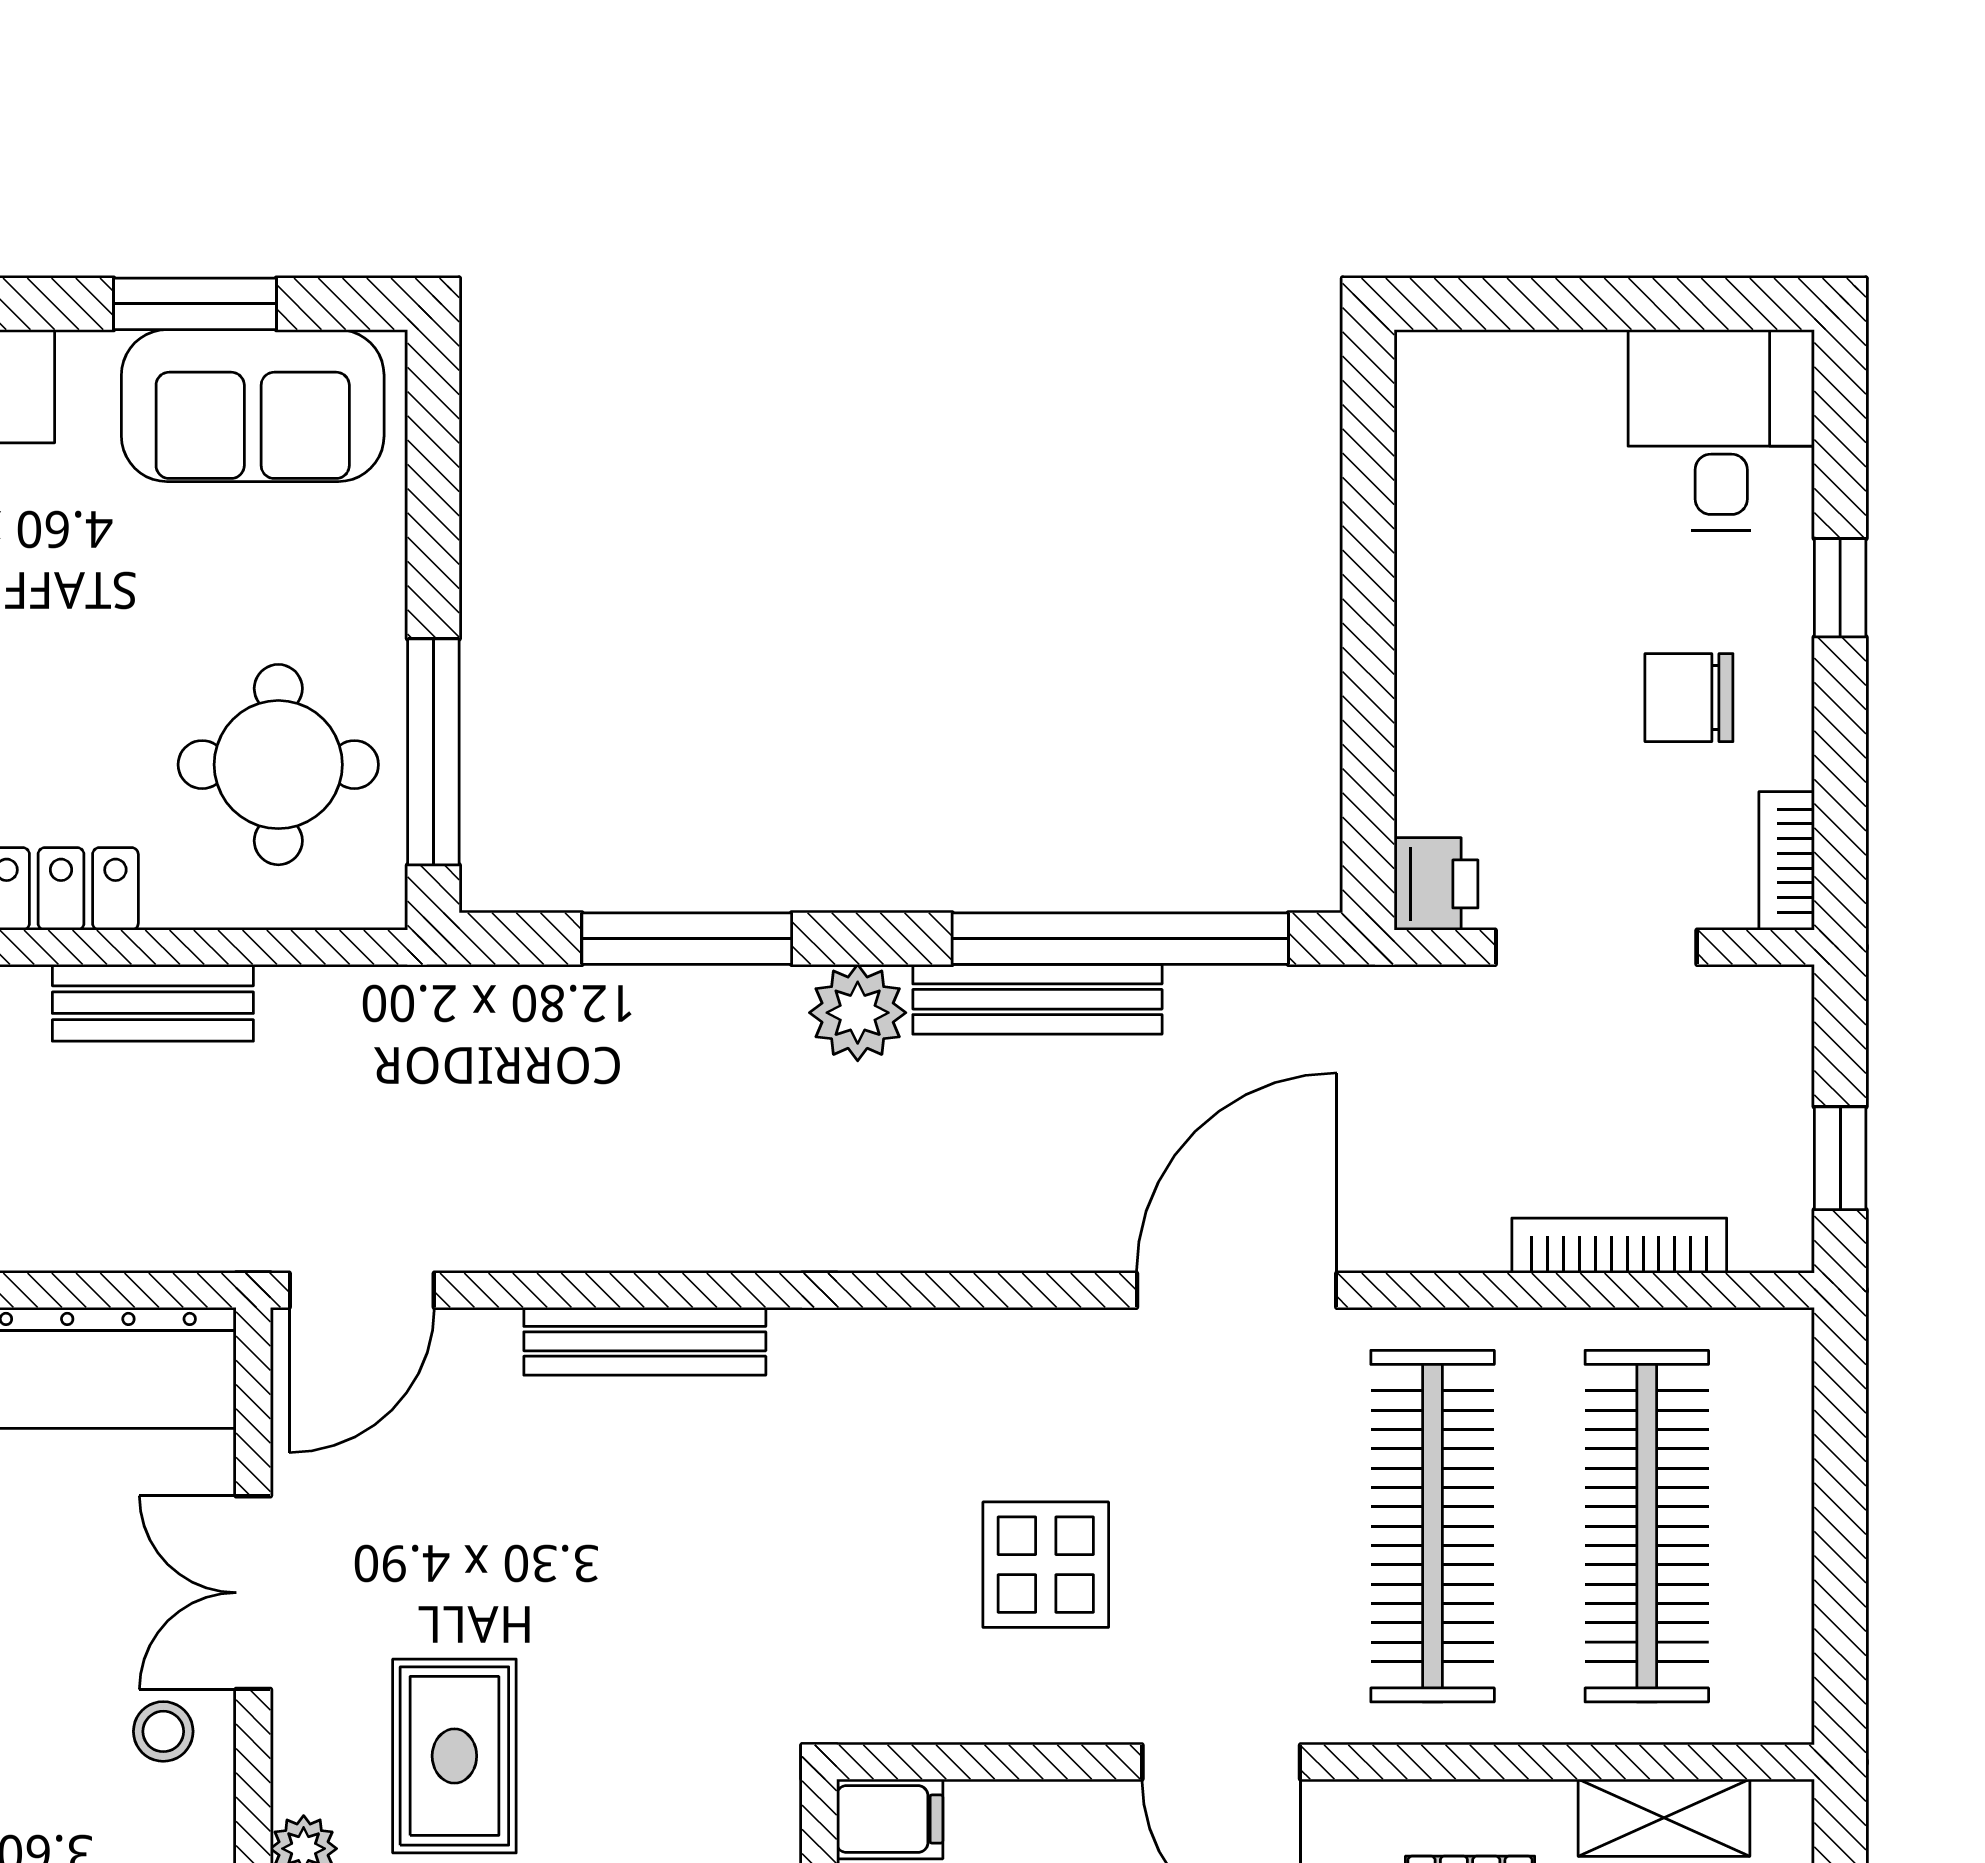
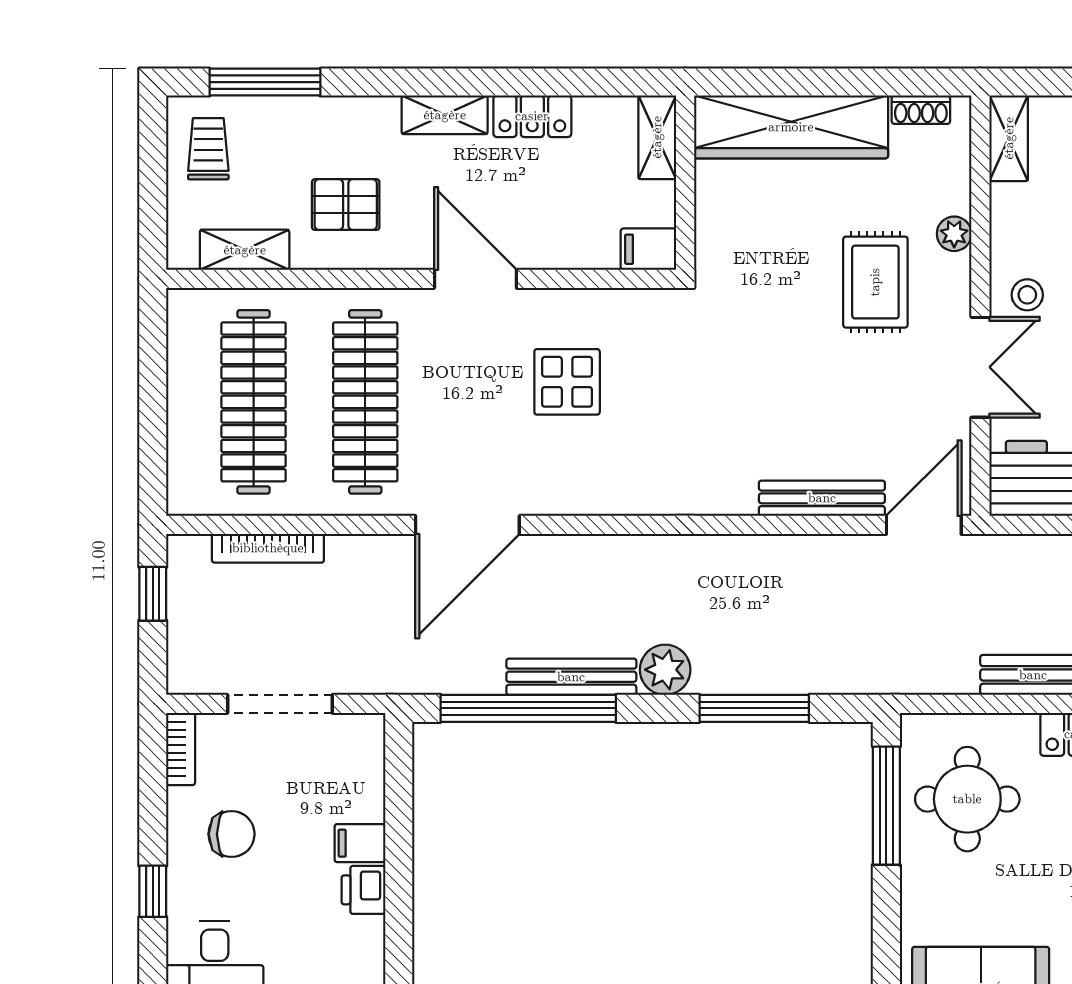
filing cabinet: (1443, 680) -> (360, 843), added
printer: (1436, 884) -> (363, 890), moved
bench: (645, 1341) -> (822, 498), moved

